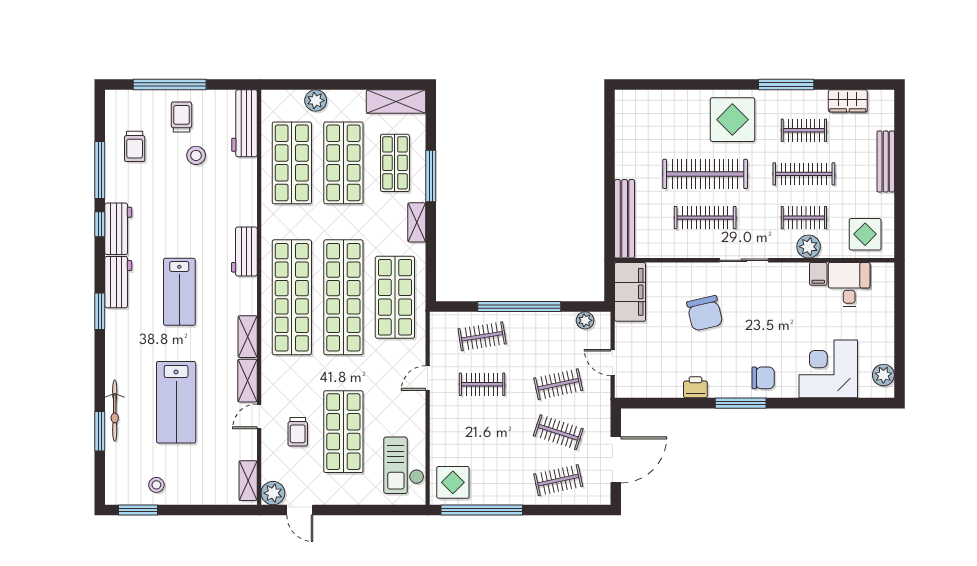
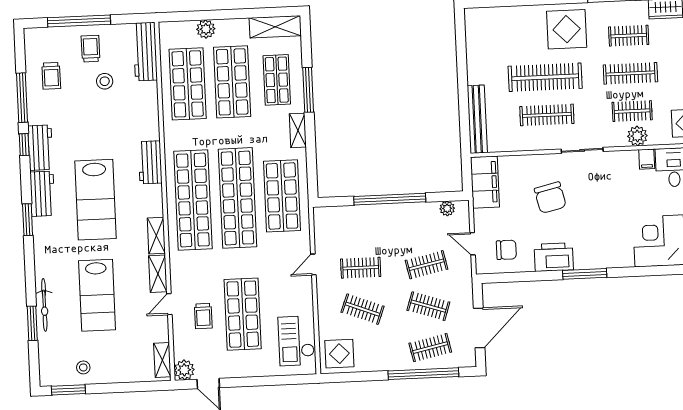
lab bench: (179, 292) -> (95, 200), width x1.36, depth x1.39
clothes rail: (482, 336) -> (363, 309), moved, turned 30
chair: (763, 378) -> (506, 250), moved
printer: (695, 387) -> (554, 257), width x1.87, depth x1.48
window: (482, 510) -> (423, 374), moved

